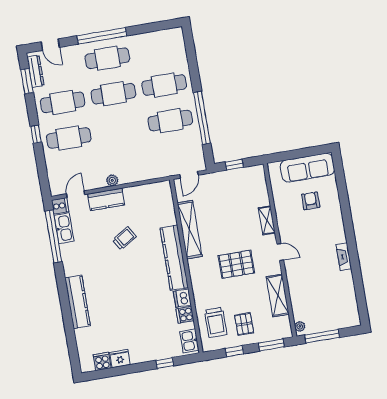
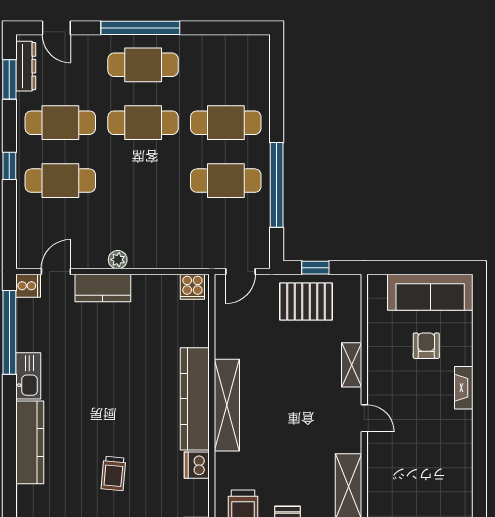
kitchen sink: (64, 228) -> (28, 376), moved
shelving: (190, 230) -> (227, 405), moved
trolley: (124, 238) -> (114, 473), moved, turned 127
fireplace: (344, 257) -> (464, 388), moved
pallet: (236, 264) -> (306, 302), moved
cooker: (185, 315) -> (192, 287), moved, turned -90

